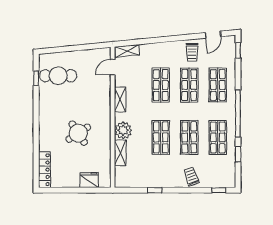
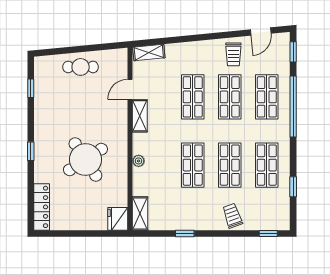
door: (113, 67) -> (130, 89), moved
cafe table: (58, 76) -> (81, 67), moved, width x0.73, depth x0.74
window: (238, 114) -> (293, 107), moved
window: (36, 127) -> (31, 151), added
plant: (123, 130) -> (139, 161), width x0.53, depth x0.53
round table: (78, 133) -> (85, 160), width x1.36, depth x1.36
shelving: (120, 153) -> (140, 214), moved
fridge: (89, 180) -> (118, 219), moved, turned -90

